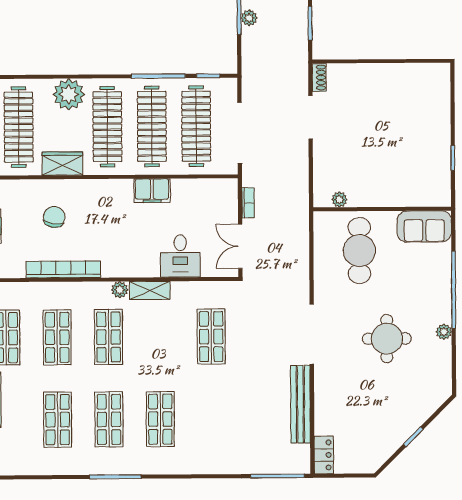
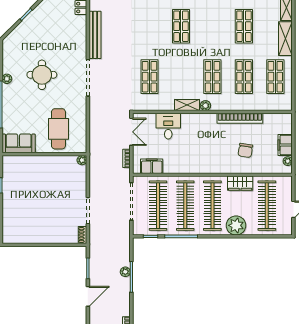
filing cabinet: (152, 191) -> (152, 166), moved
plant: (339, 200) -> (82, 160), moved
shop shelf: (109, 419) -> (212, 26), removed

